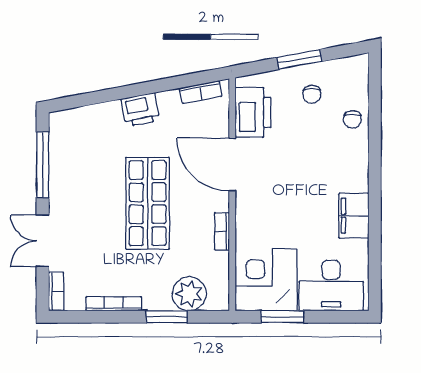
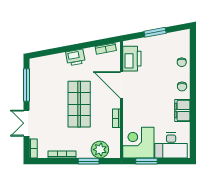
chair: (312, 94) -> (182, 86), moved

